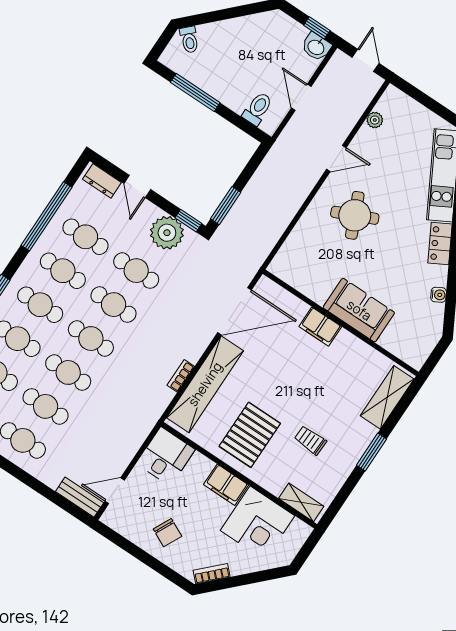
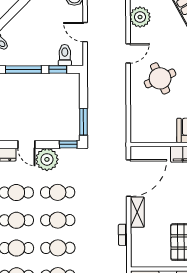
window: (237, 120) -> (58, 69), added
plant: (375, 120) -> (140, 17), width x1.88, depth x1.88
plant: (167, 233) -> (47, 159), moved
shelving: (205, 384) -> (137, 212), width x0.45, depth x0.75

